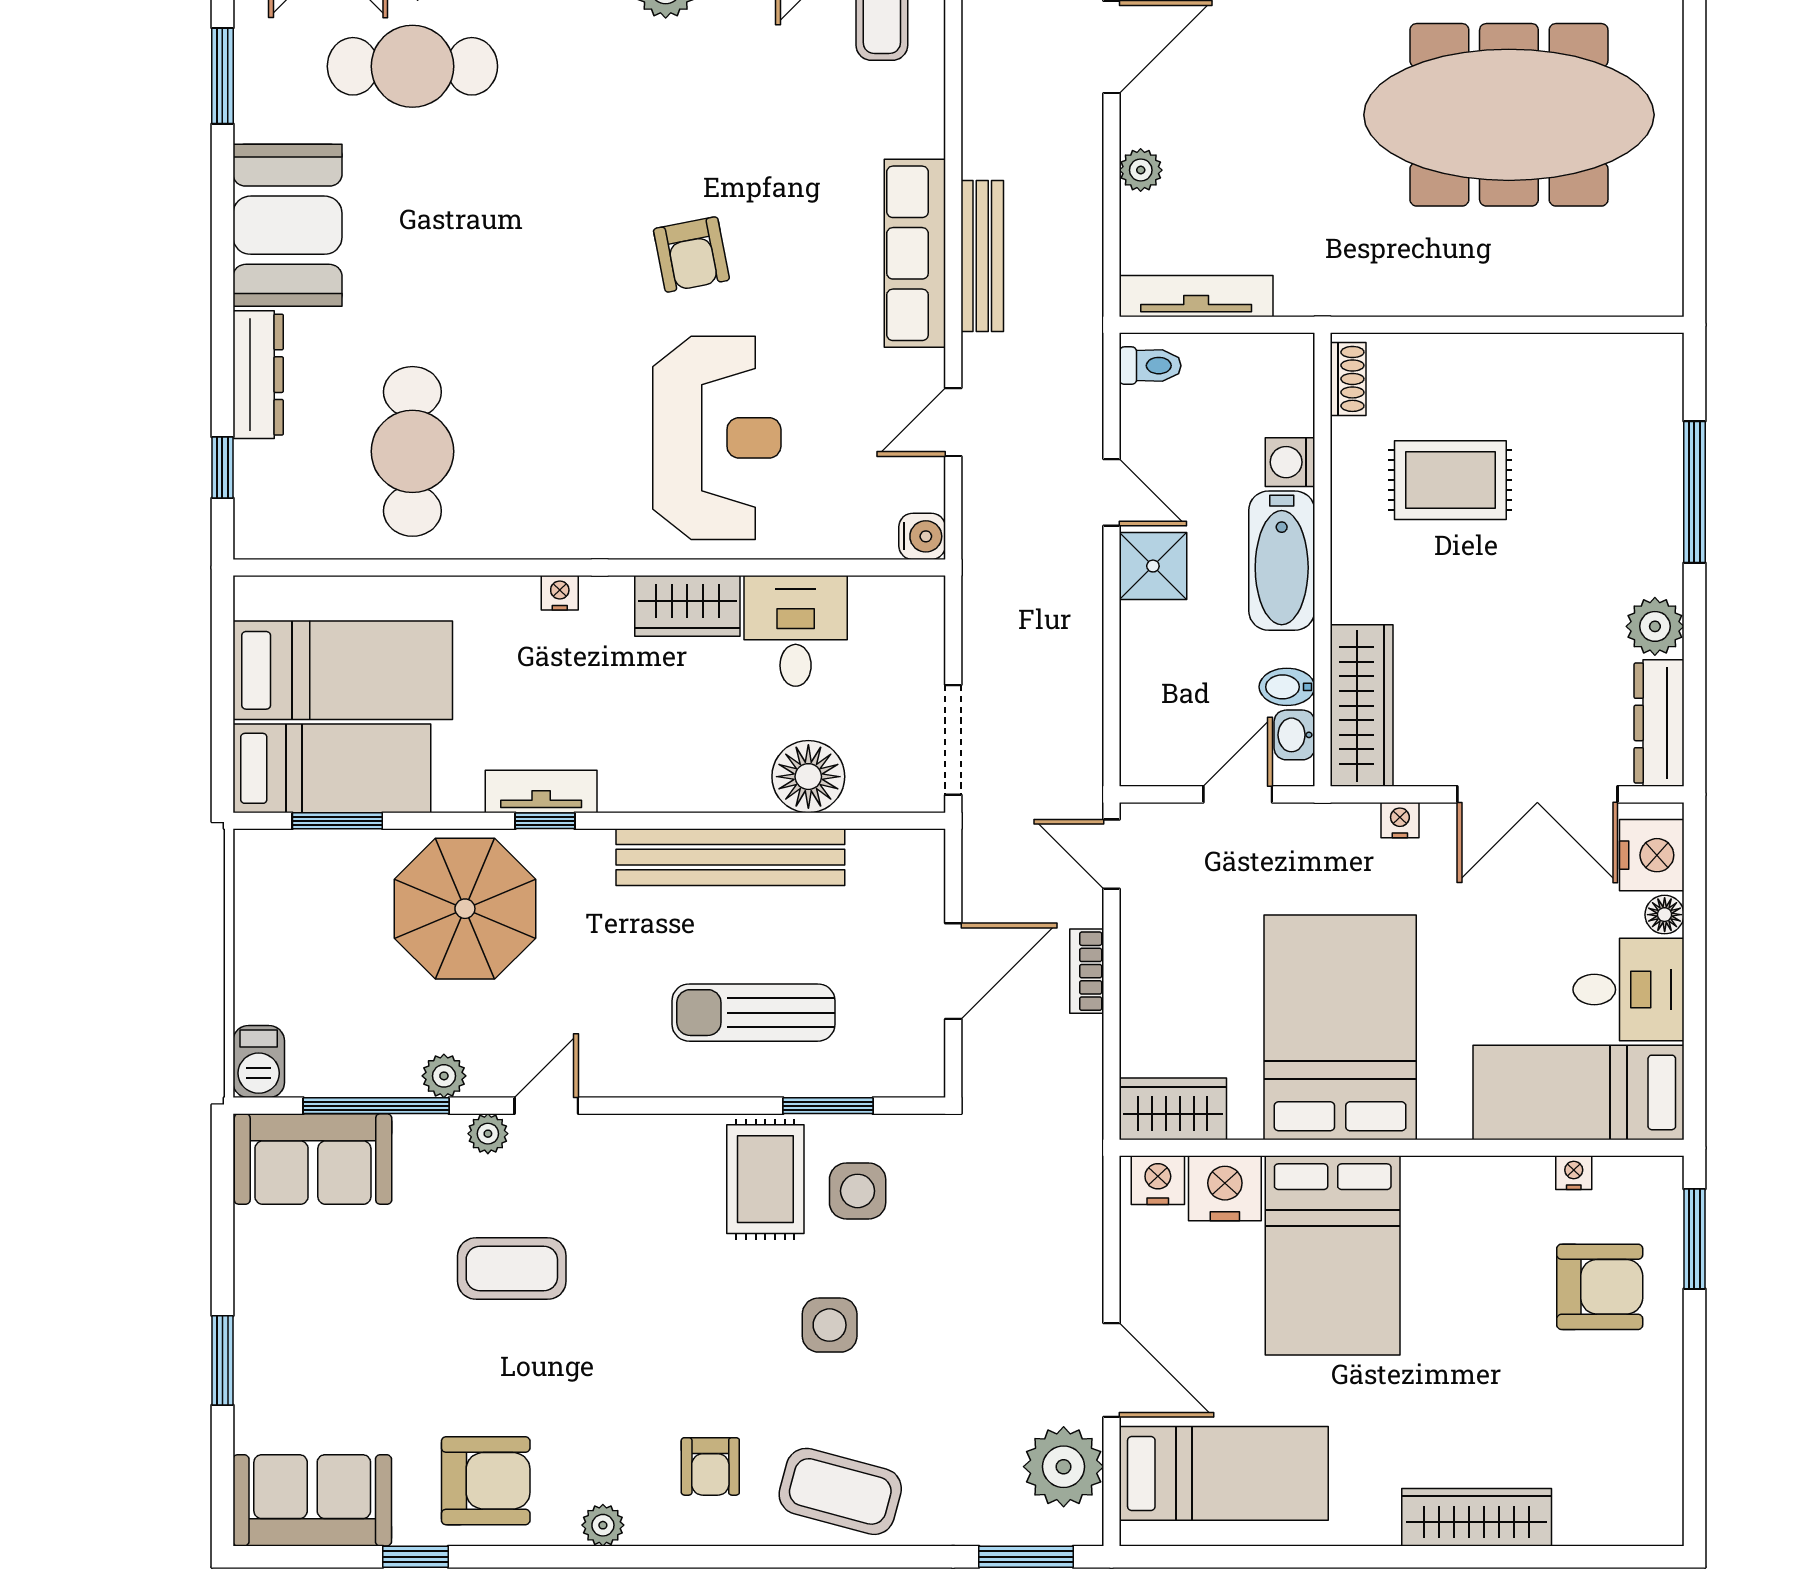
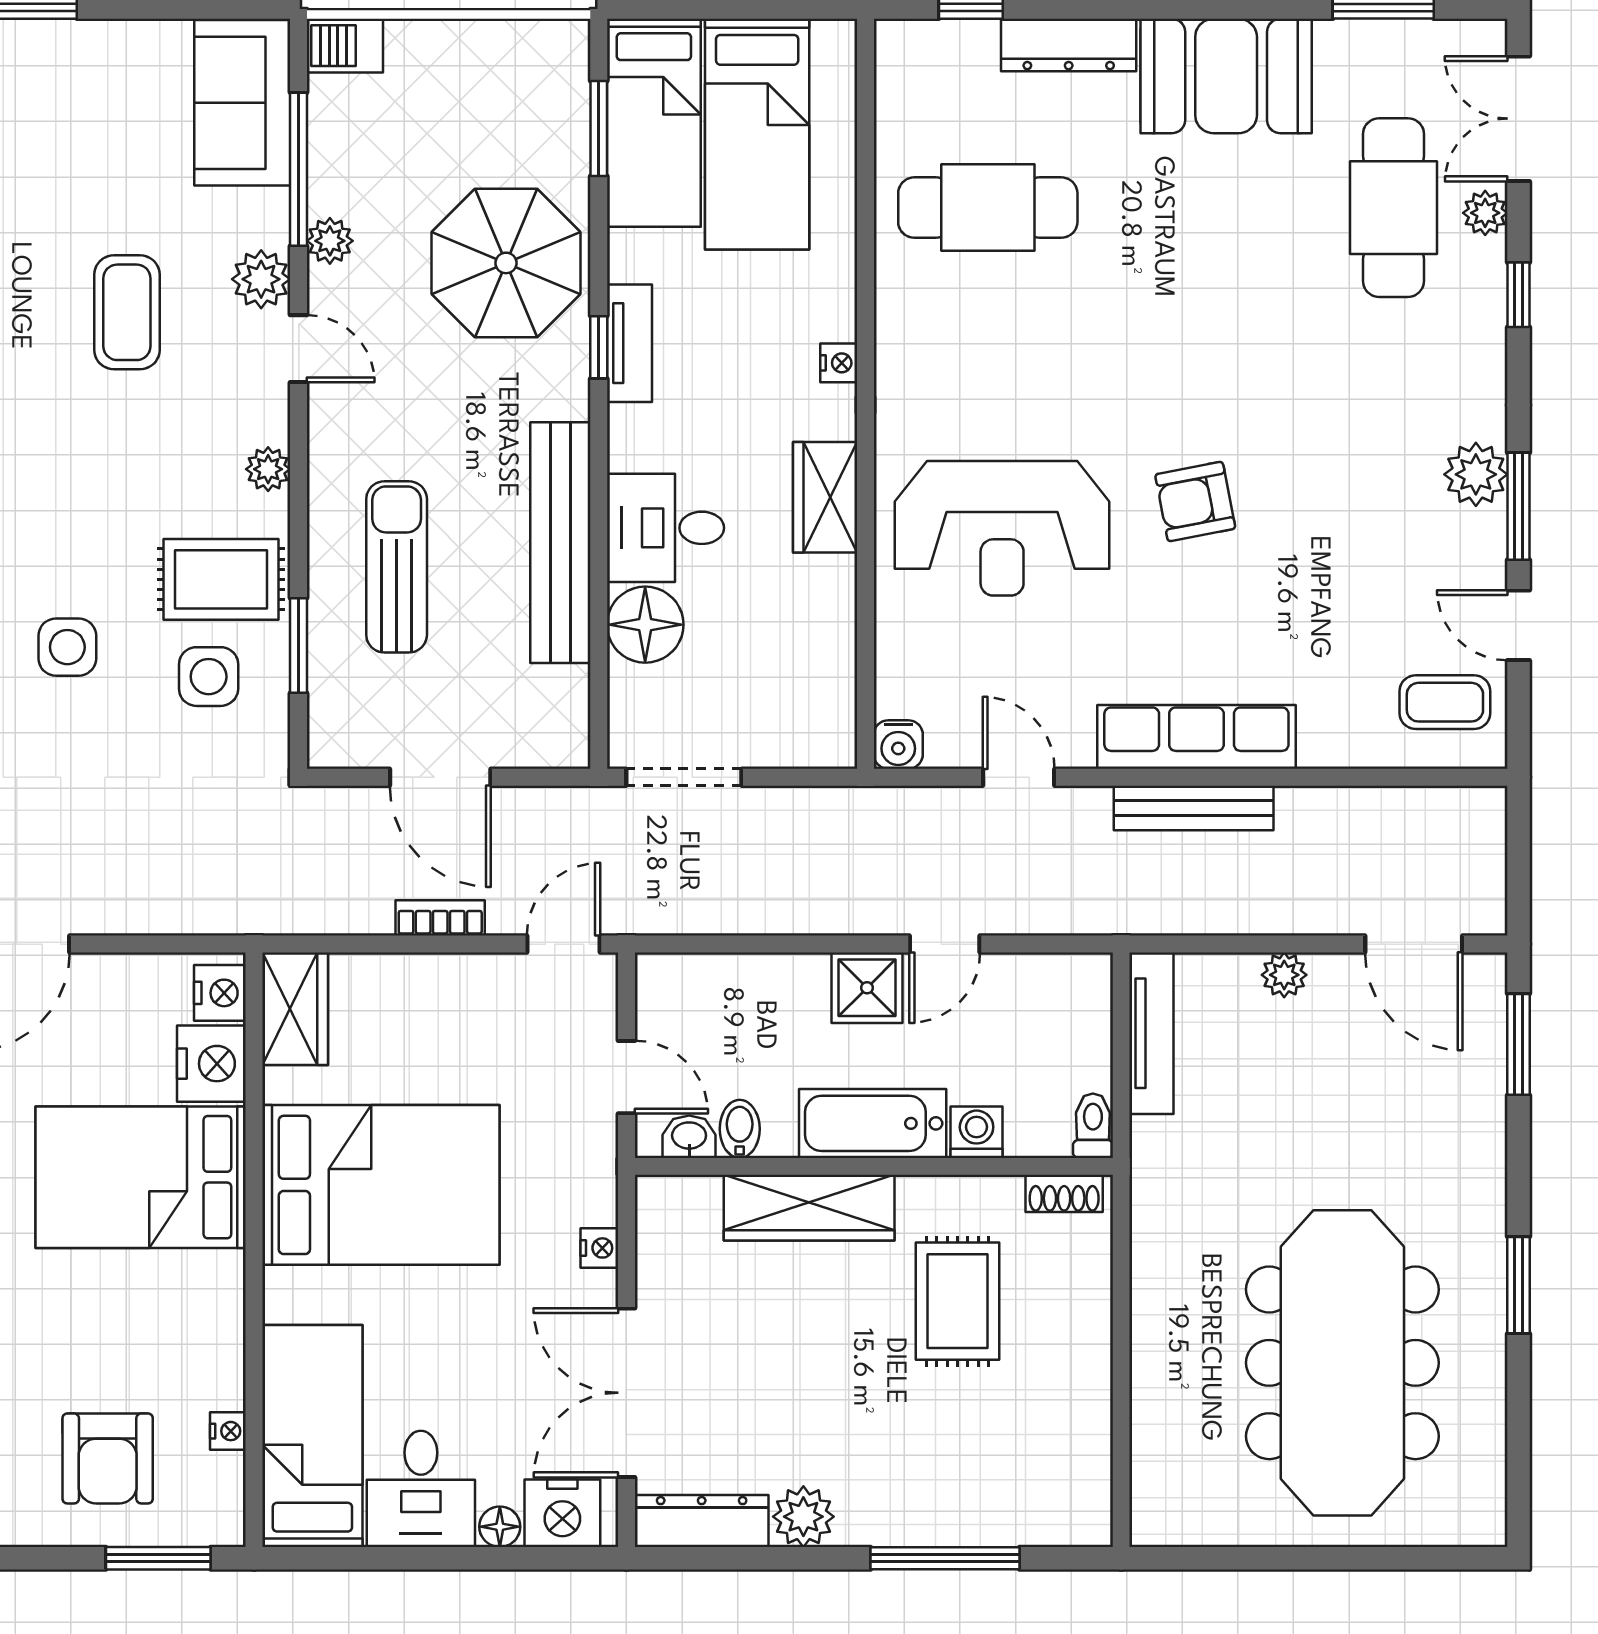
toilet: (1150, 366) -> (1093, 1126), moved, turned 180
desk: (796, 631) -> (666, 528), moved, turned 180
wardrobe: (1362, 706) -> (809, 1208), moved
plant: (488, 1134) -> (261, 279), width x1.38, depth x1.38
plant: (661, 1135) -> (268, 469), added

